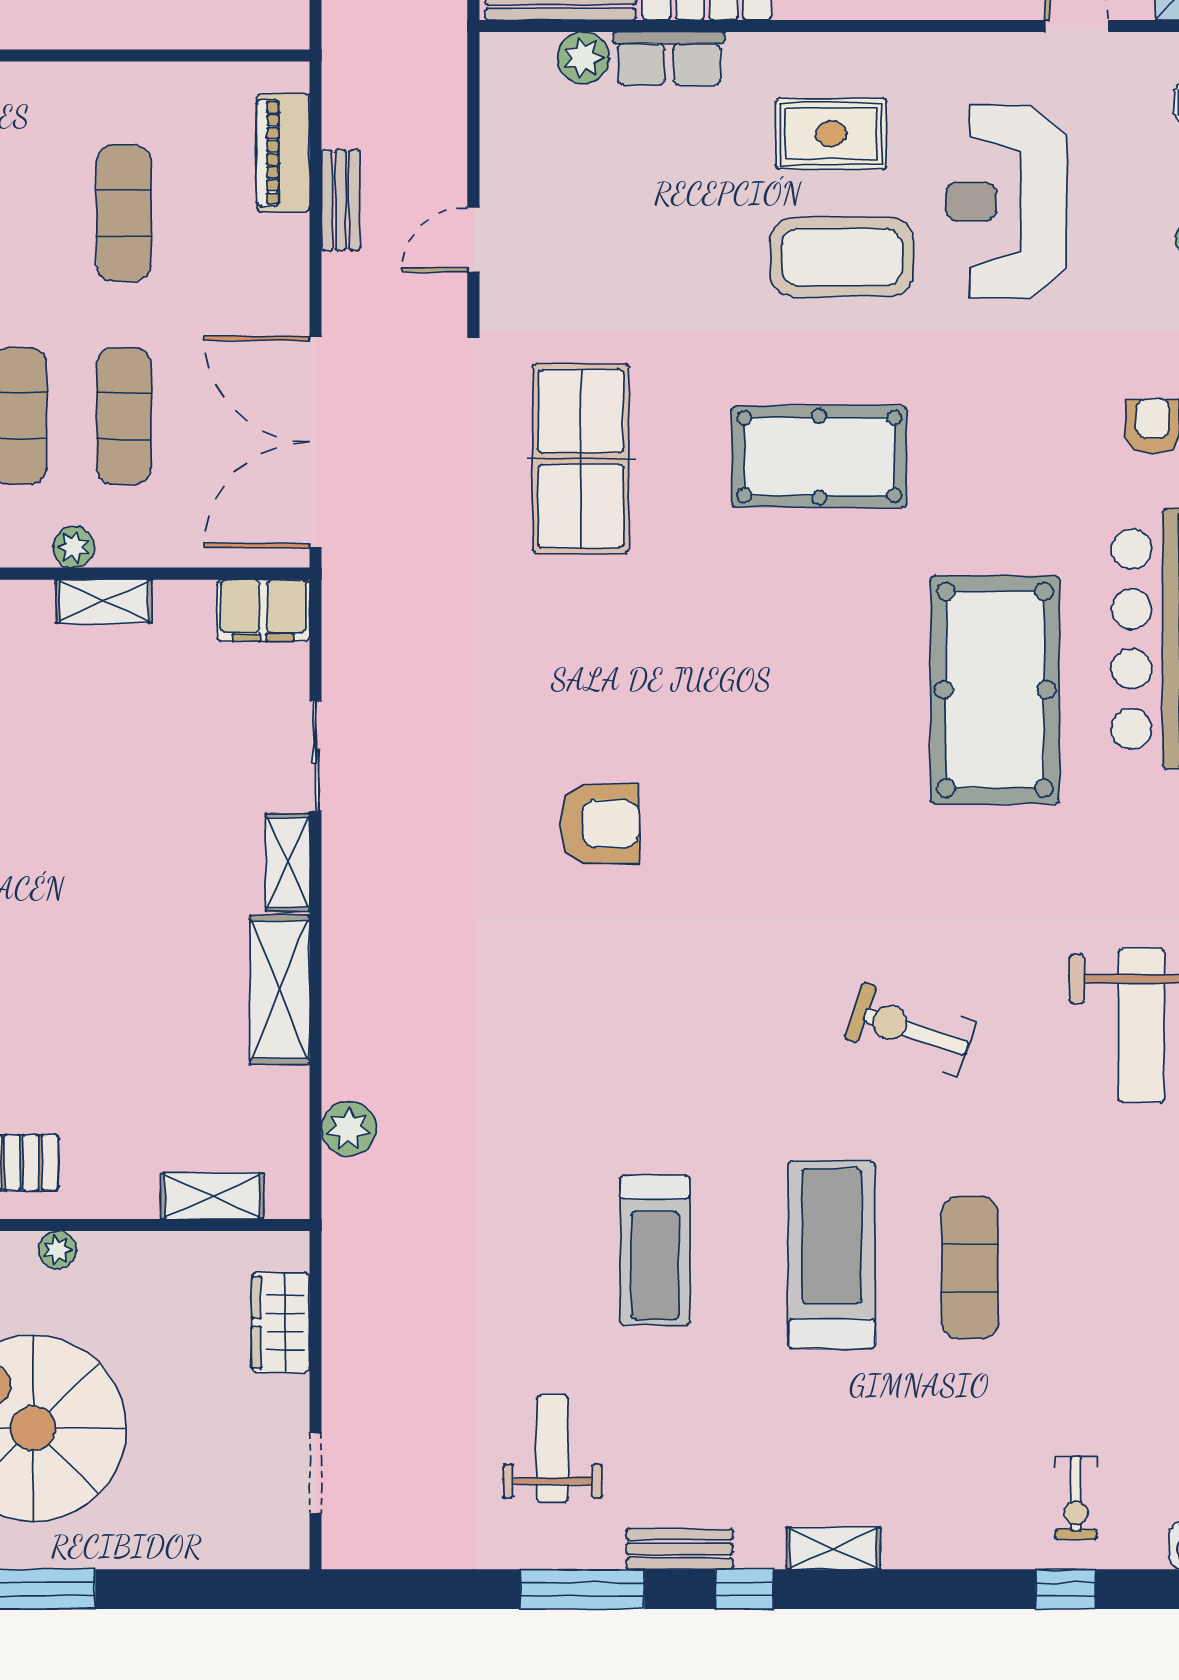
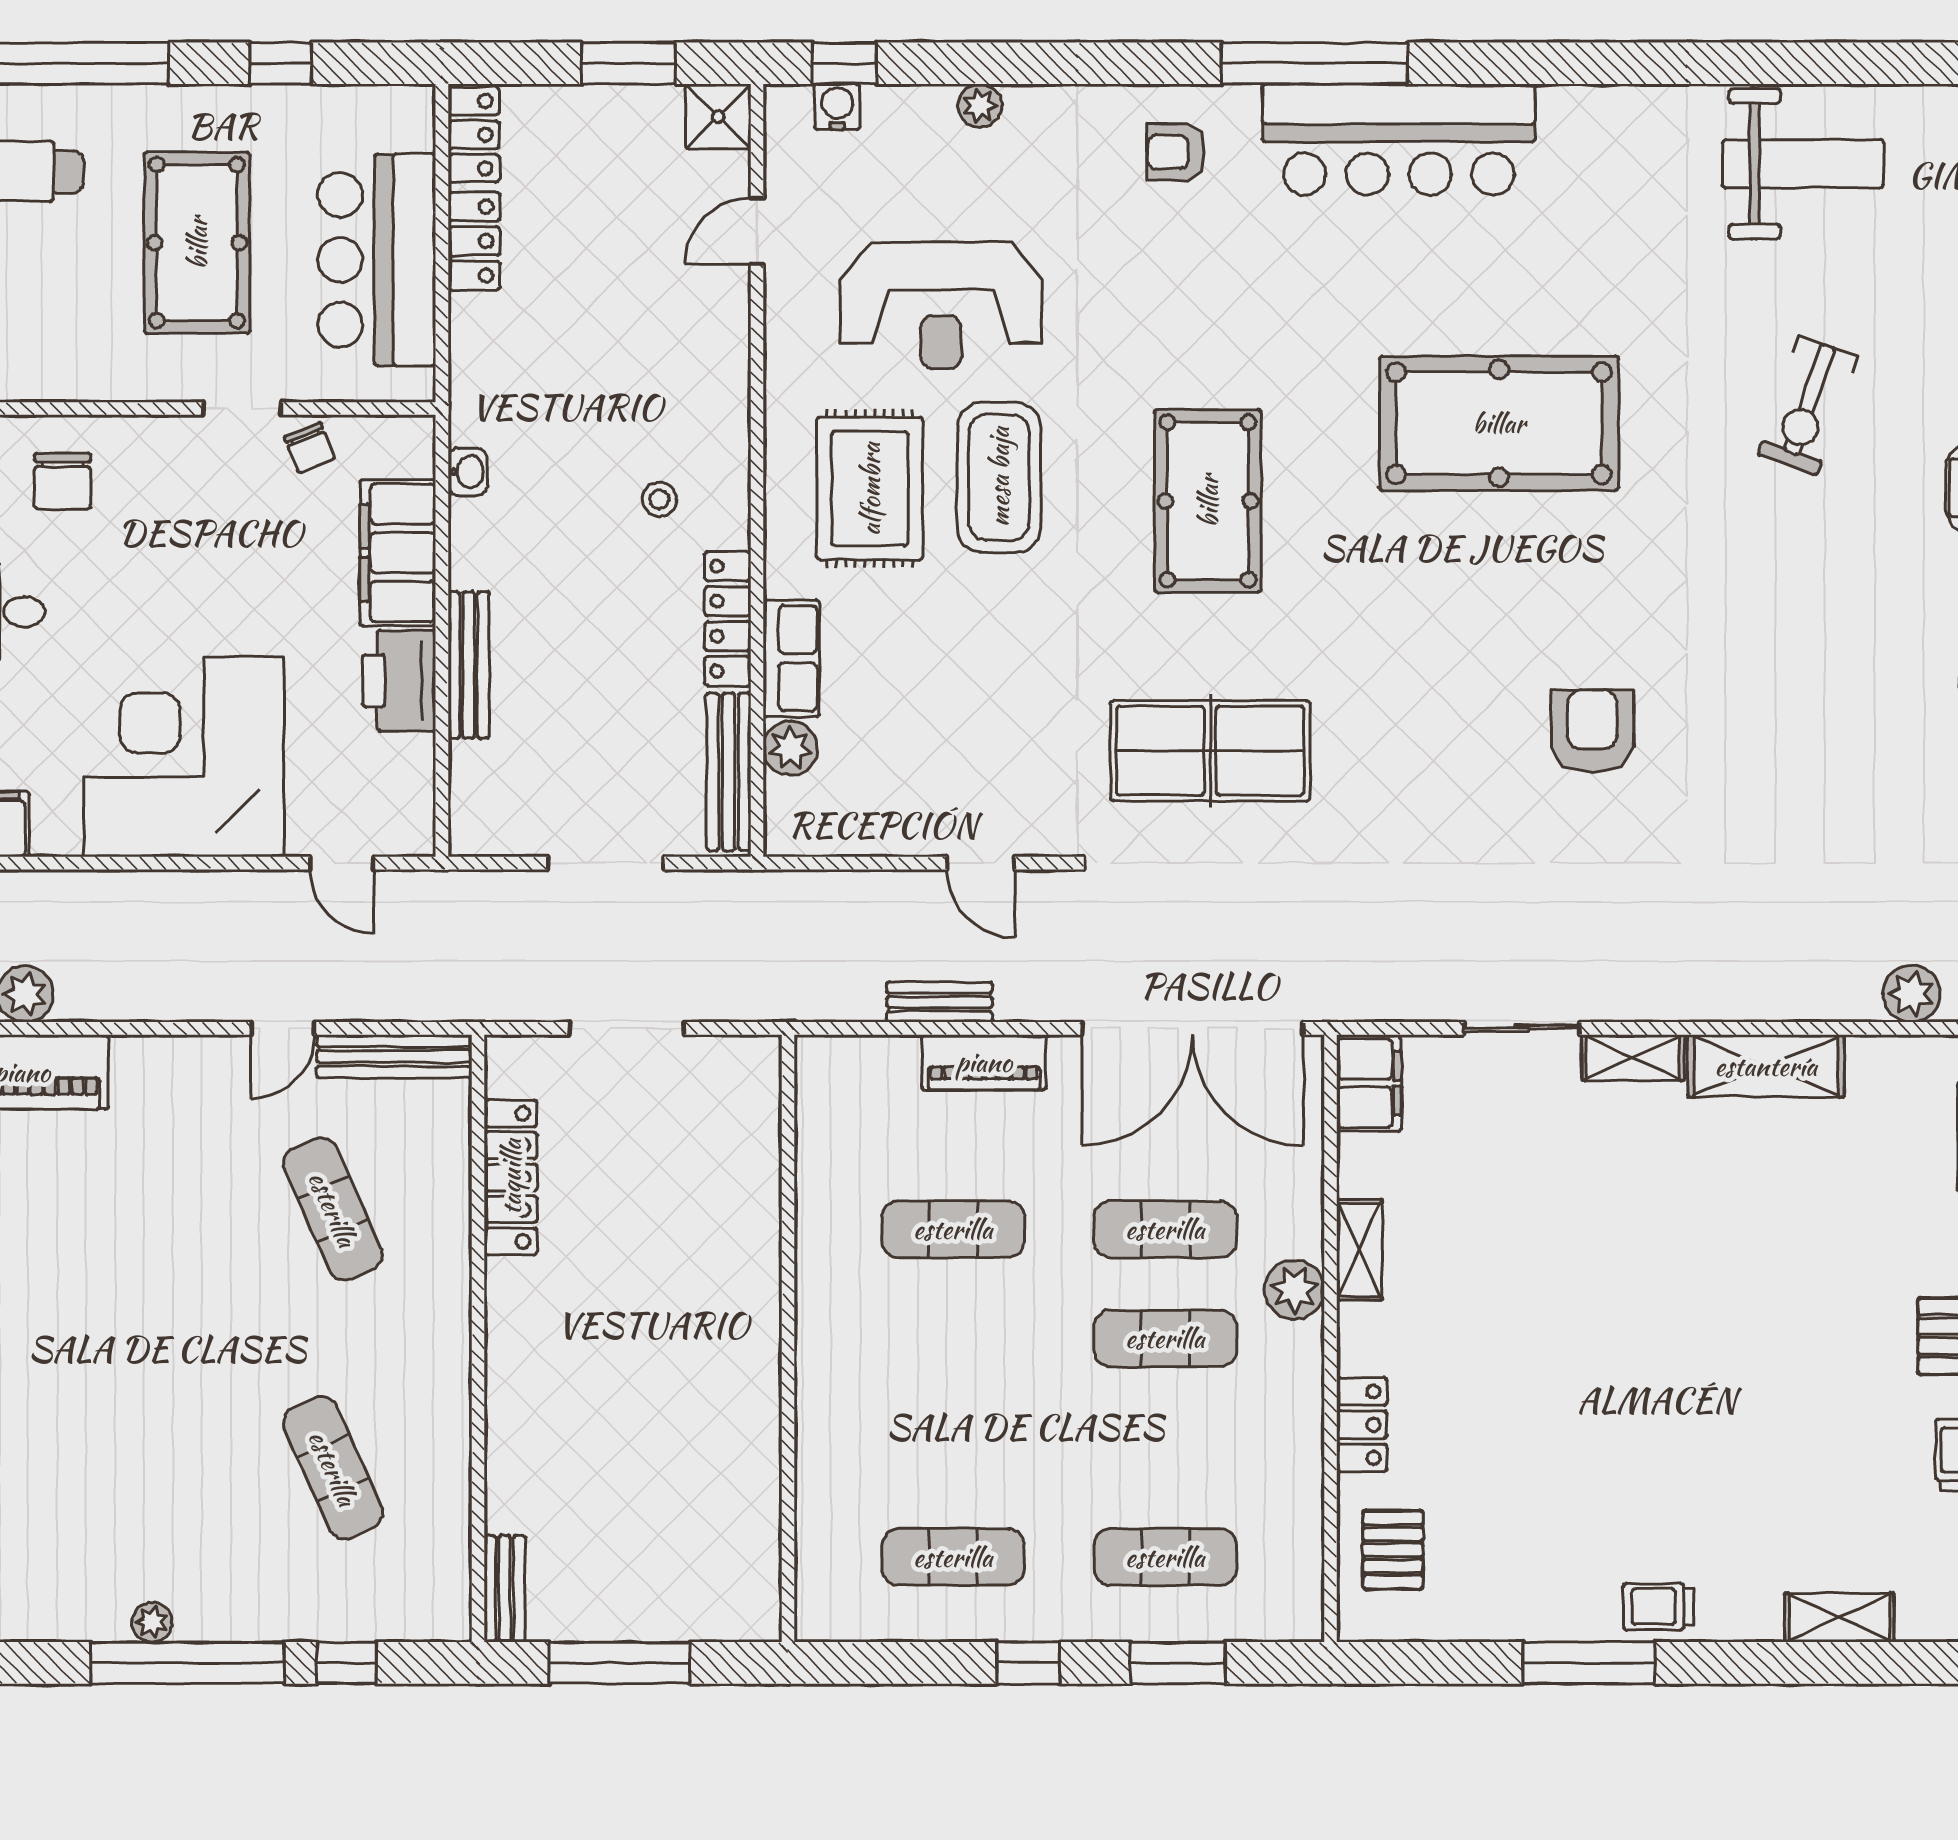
rug: (831, 134) -> (870, 489), width x1.36, depth x1.43
piano: (283, 153) -> (984, 1062), moved
plant: (74, 547) -> (1294, 1290), width x1.38, depth x1.38
pool table: (995, 690) -> (1499, 423), moved

